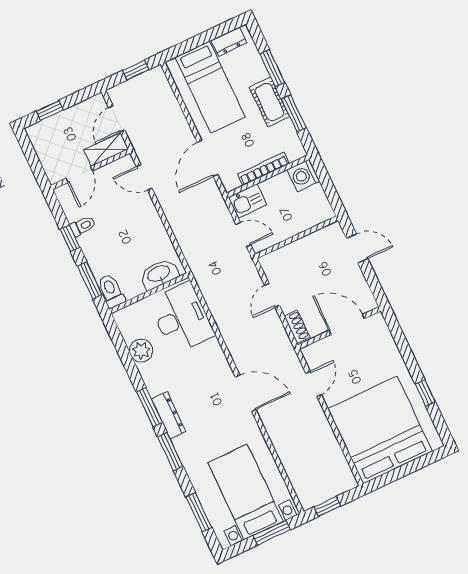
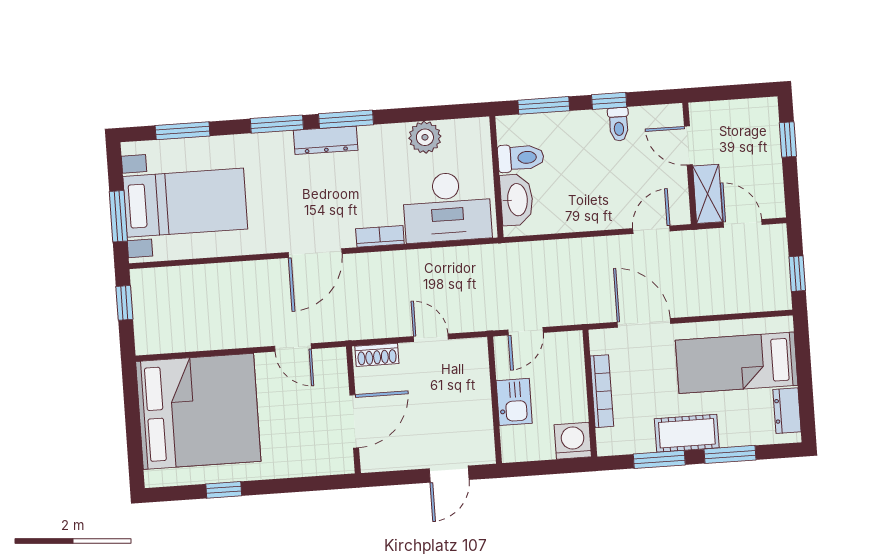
kitchen sink: (248, 201) -> (514, 402), moved, turned 180
toilet: (111, 291) -> (521, 158), moved
bookcase: (218, 355) -> (380, 236), added

